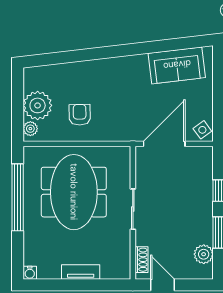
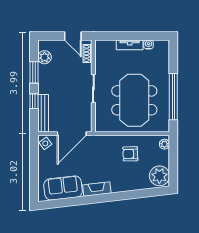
fireplace: (128, 64) -> (97, 189), added
plant: (38, 105) -> (159, 176), moved
armchair: (80, 115) -> (130, 154), turned 89
bench: (206, 173) -> (43, 113), added
water cooler: (30, 273) -> (148, 44), moved

